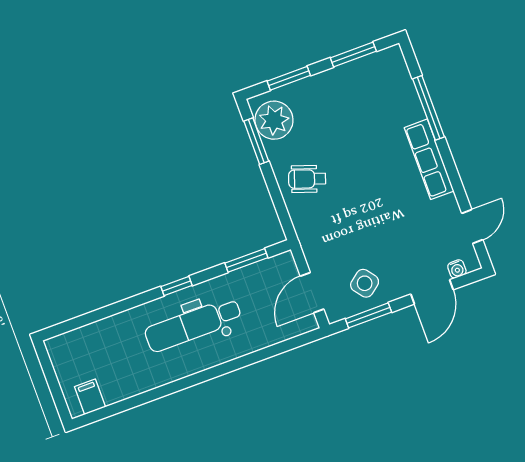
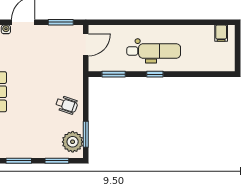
side table: (365, 283) -> (57, 40), removed

